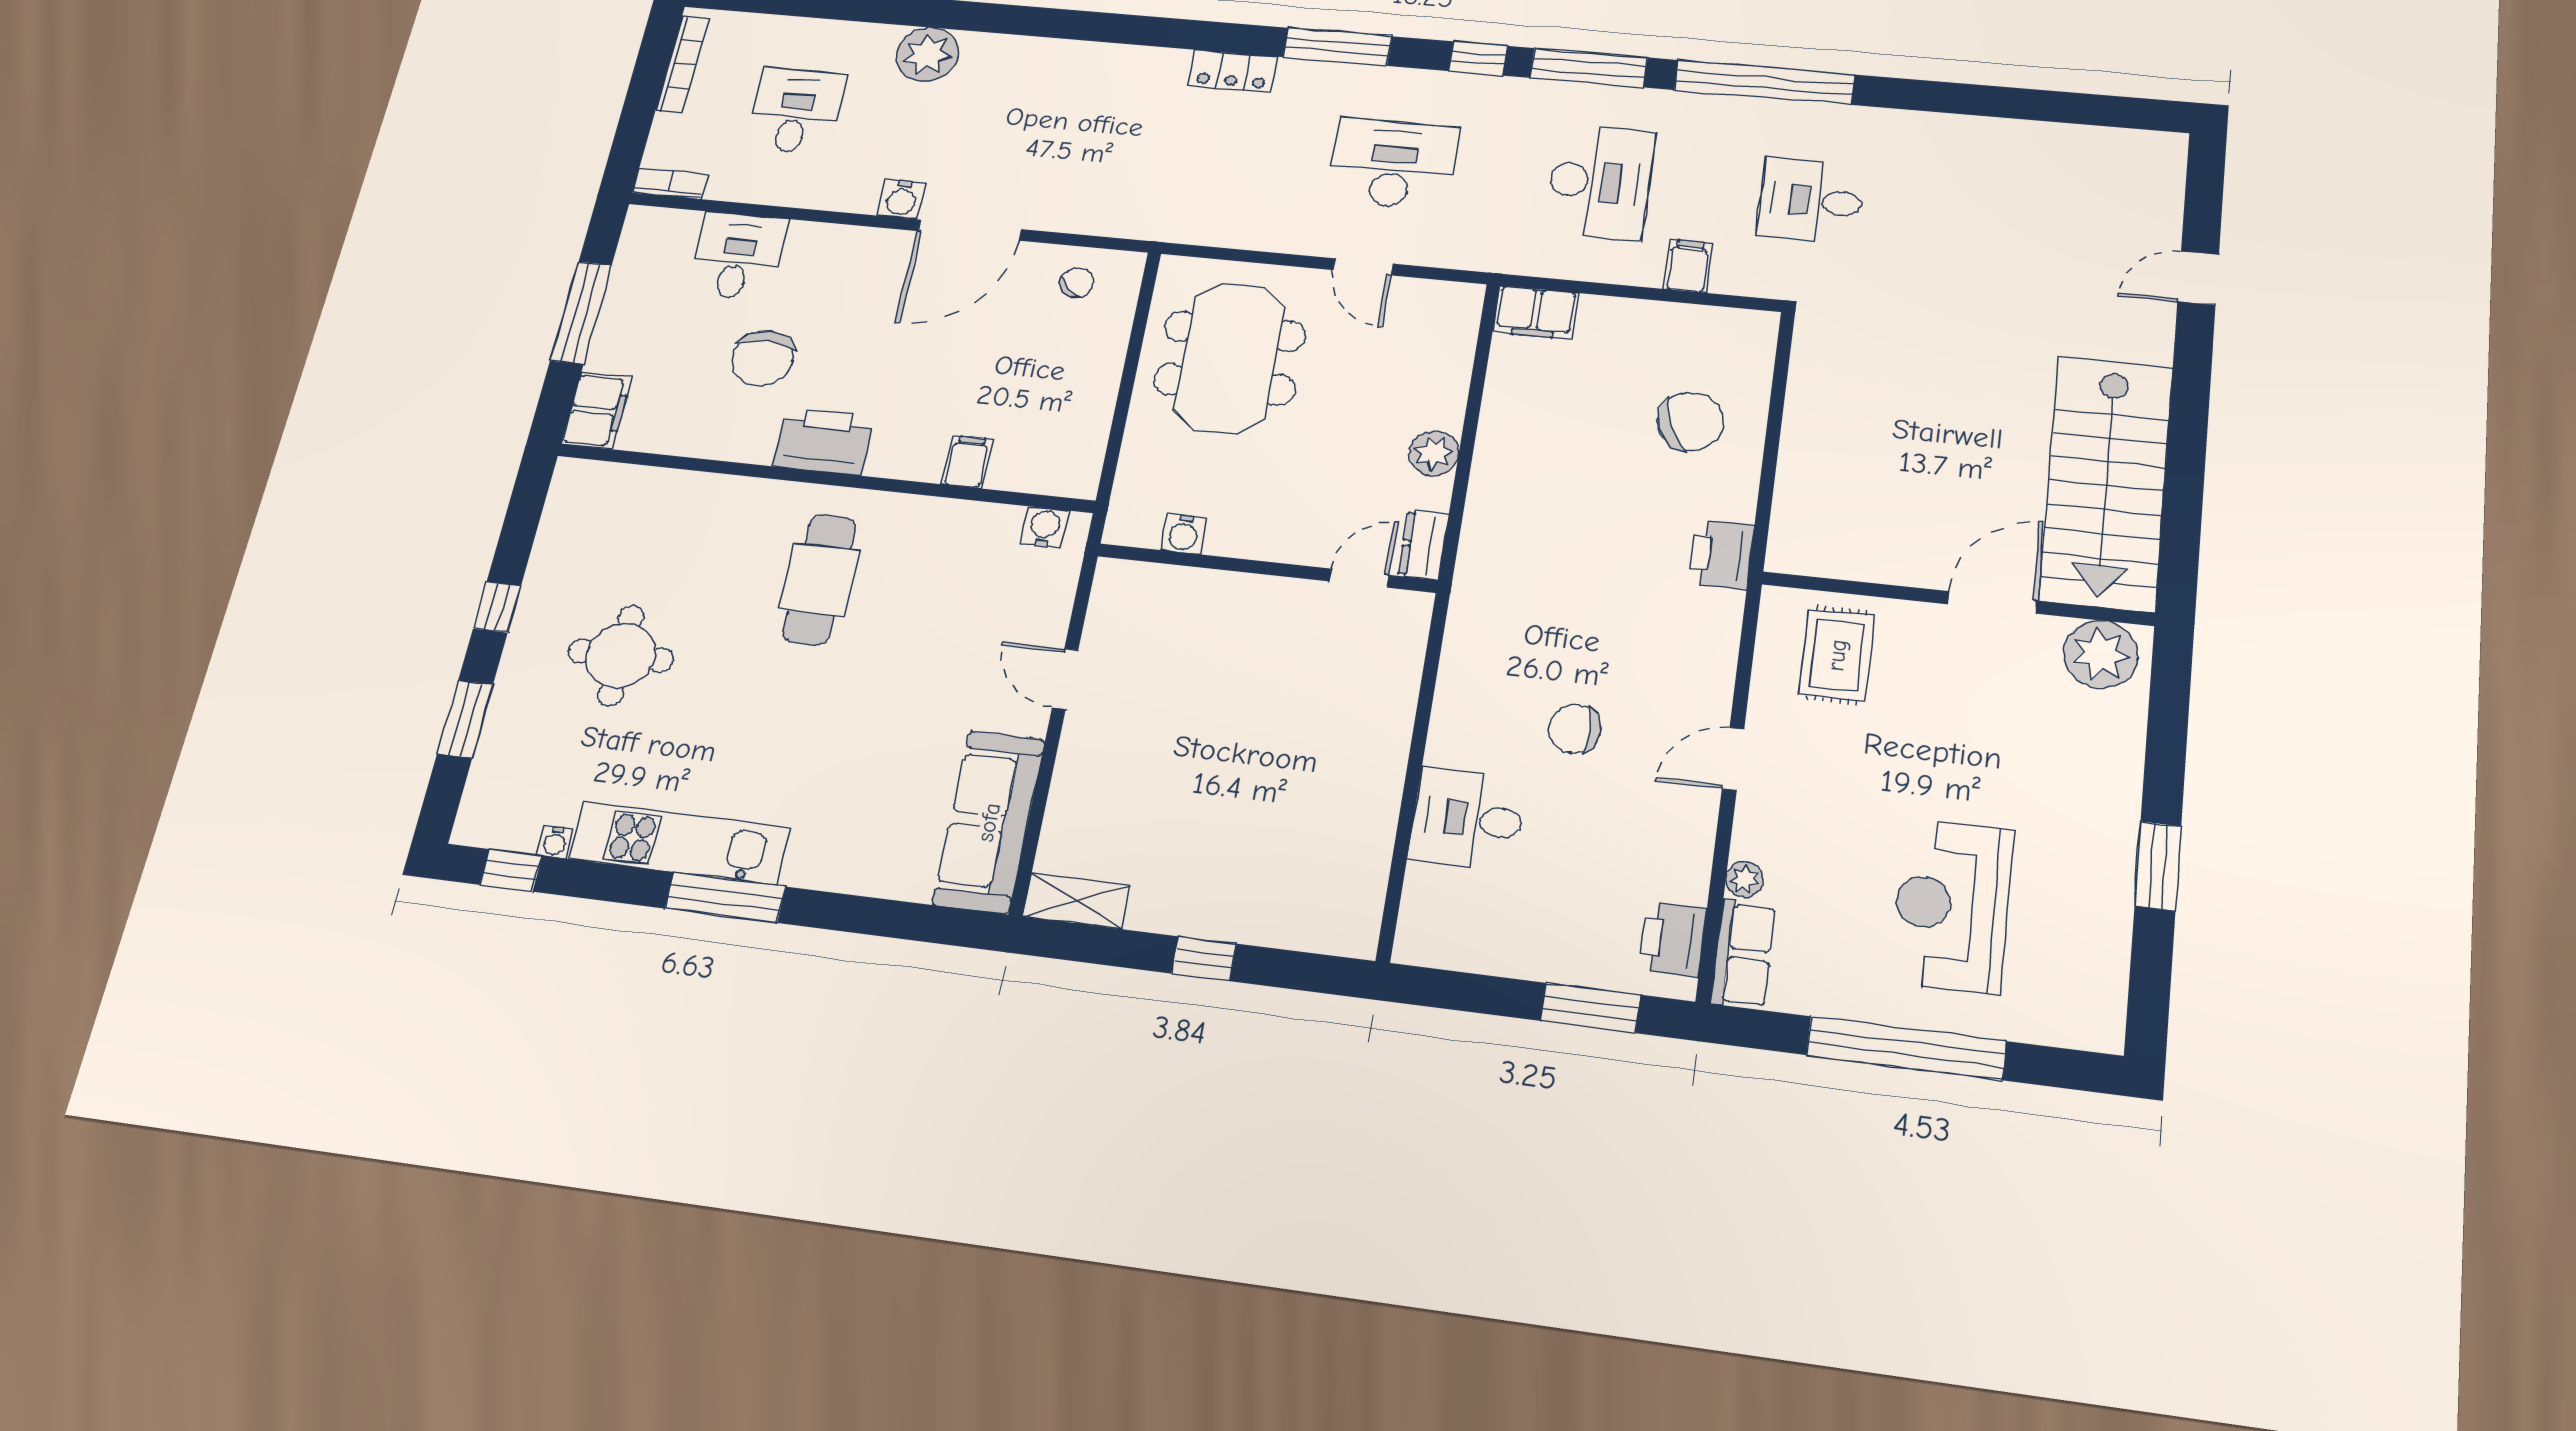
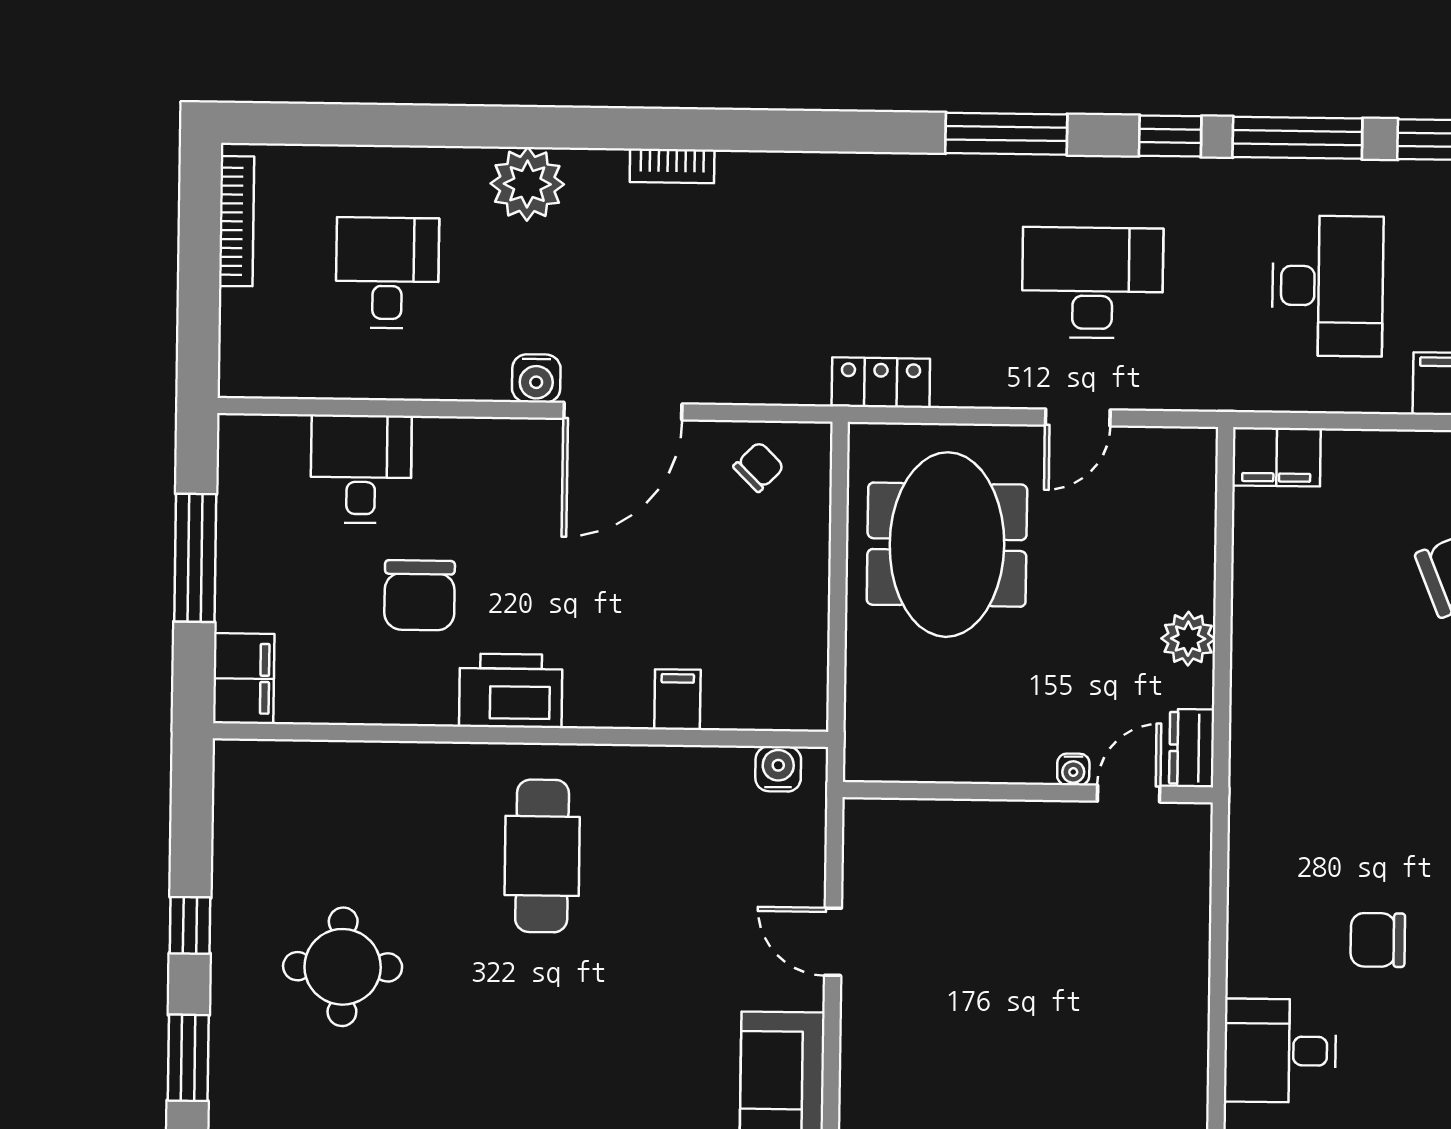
locker: (1233, 71) -> (881, 383), moved, turned 180
bookcase: (670, 183) -> (672, 166), moved, turned 180
door: (1363, 267) -> (1078, 418), hinge flipped
water cooler: (1184, 534) -> (1073, 769), moved, width x0.72, depth x0.72

